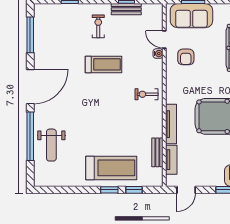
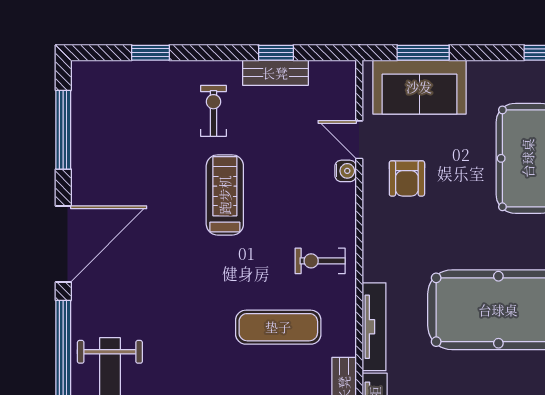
treadmill: (103, 64) -> (225, 195), turned -90
exercise mat: (128, 124) -> (278, 327), added

